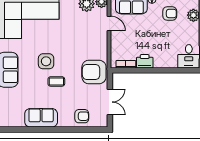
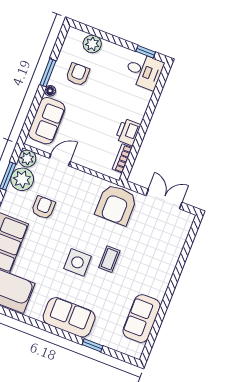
armchair: (82, 116) -> (43, 208), moved
sofa: (41, 118) -> (142, 319), moved

